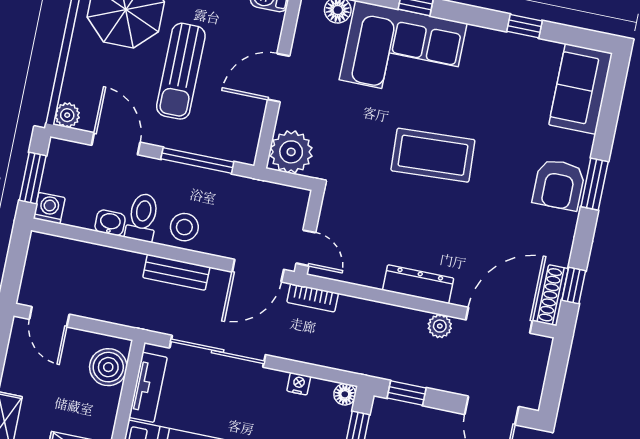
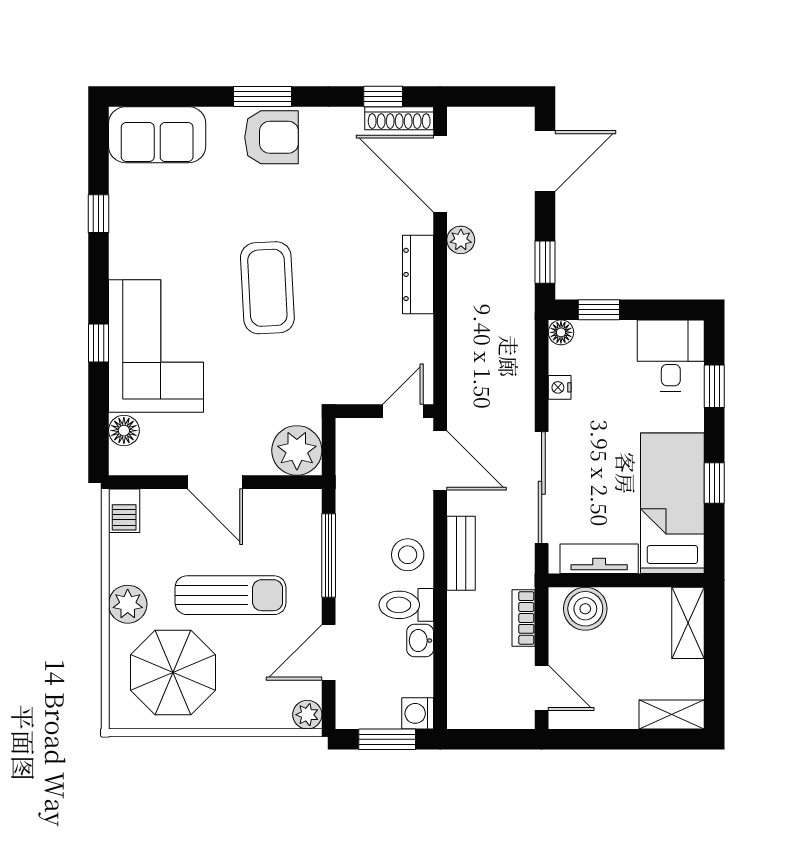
bookcase: (313, 298) -> (524, 618), moved, turned 180
door: (49, 317) -> (542, 688), hinge flipped

